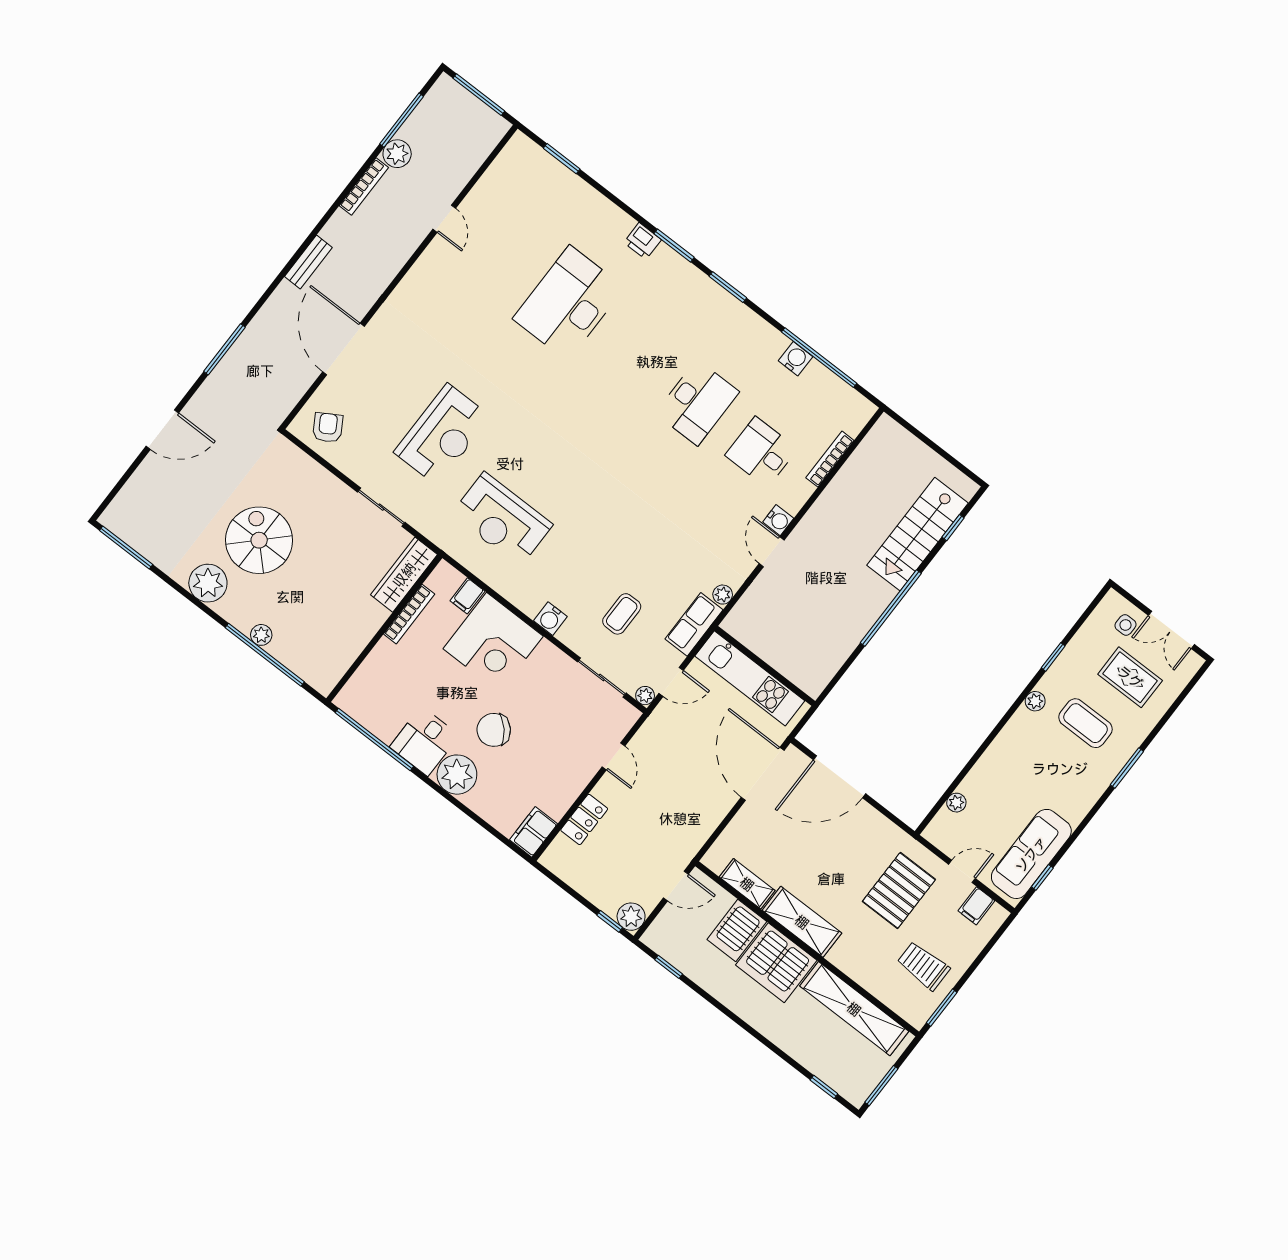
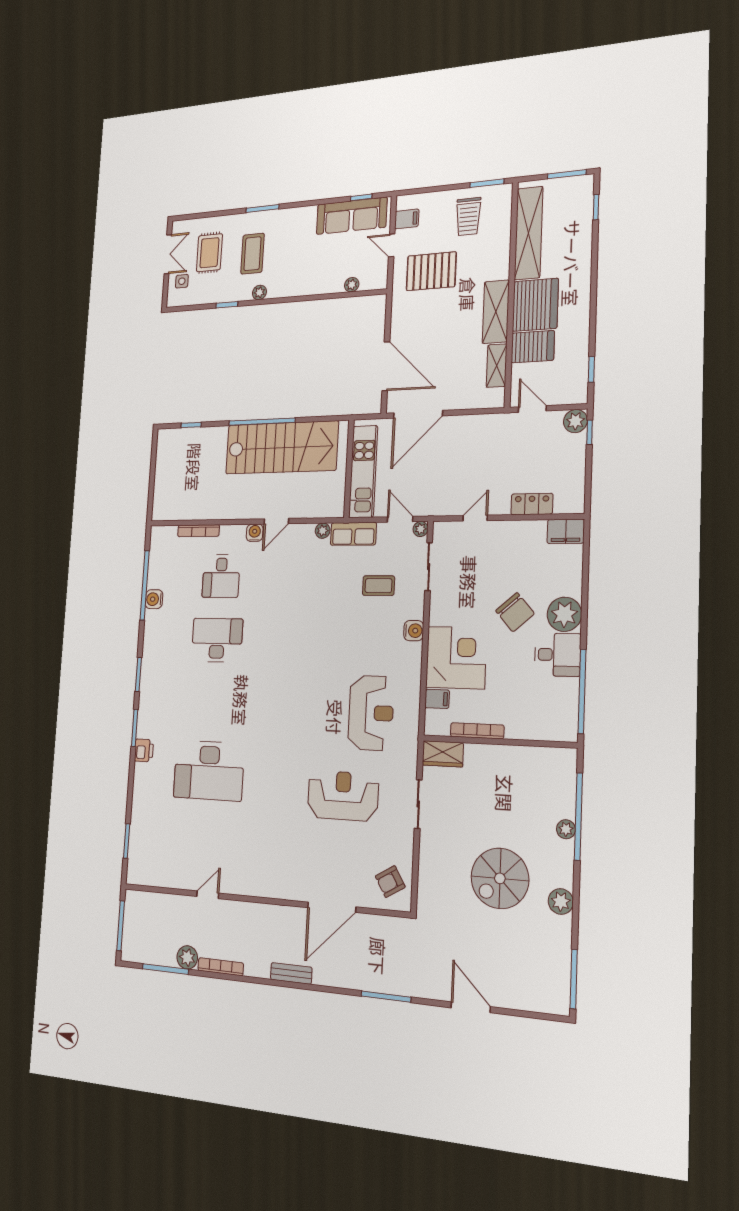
stairs: (918, 534) -> (282, 448), moved, width x1.36, depth x1.51
wardrobe: (404, 575) -> (443, 754), width x0.67
plant: (208, 583) -> (561, 901), width x0.73, depth x0.73

